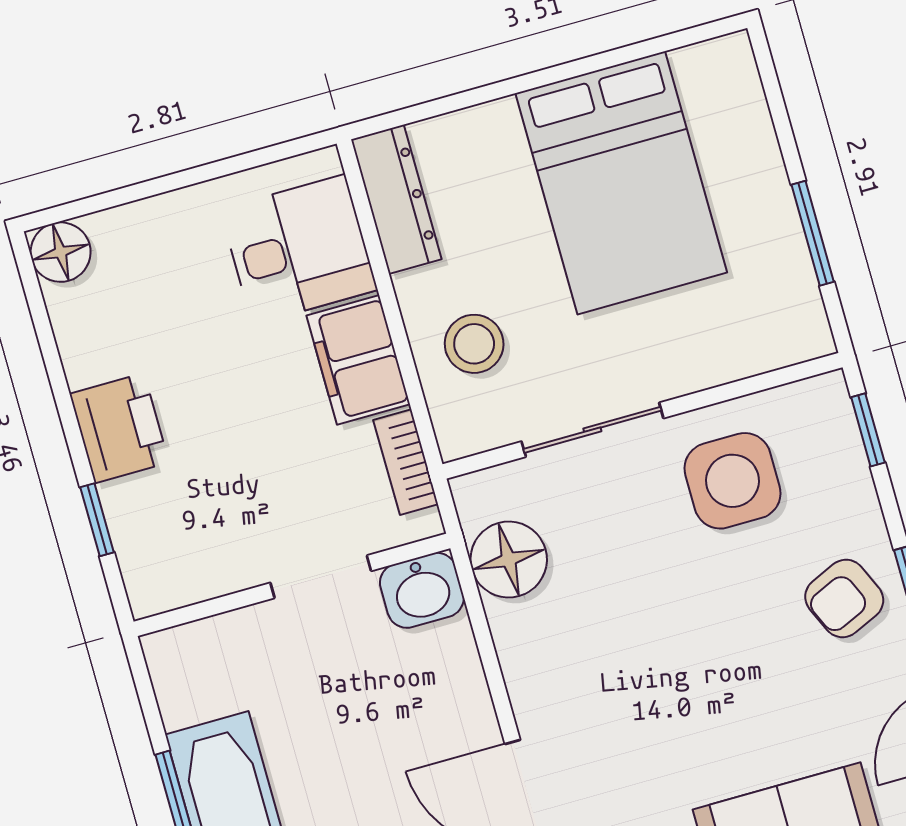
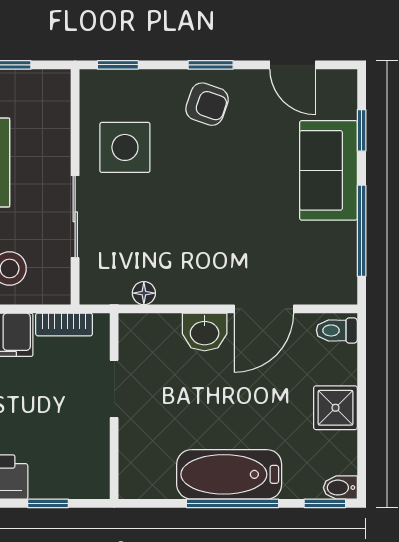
floor lamp: (509, 560) -> (144, 293), width x0.53, depth x0.53
washbasin: (422, 590) -> (205, 332), moved, turned 90
armchair: (844, 598) -> (207, 104), turned -47

